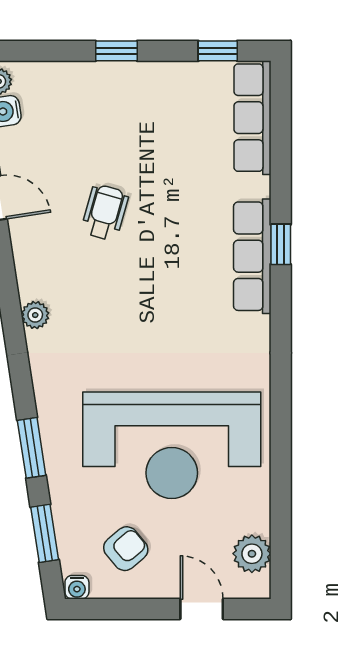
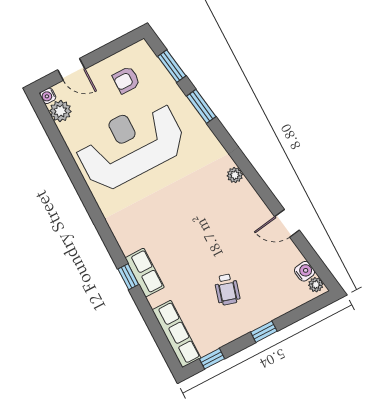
wheelchair: (105, 212) -> (227, 289), moved
row of seats: (252, 256) -> (145, 273), width x0.68
armchair: (126, 549) -> (126, 80), turned 40
water cooler: (77, 587) -> (48, 96), moved, turned -90

